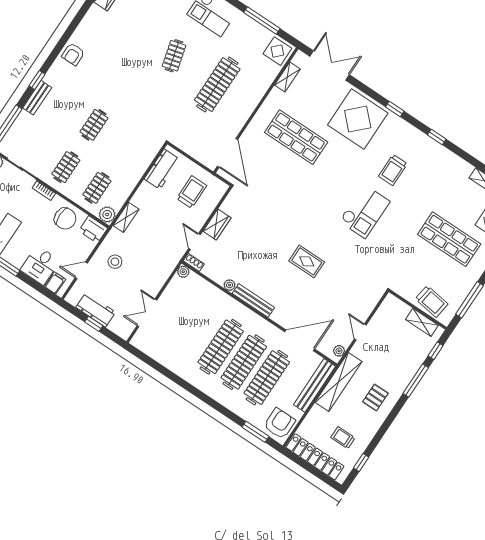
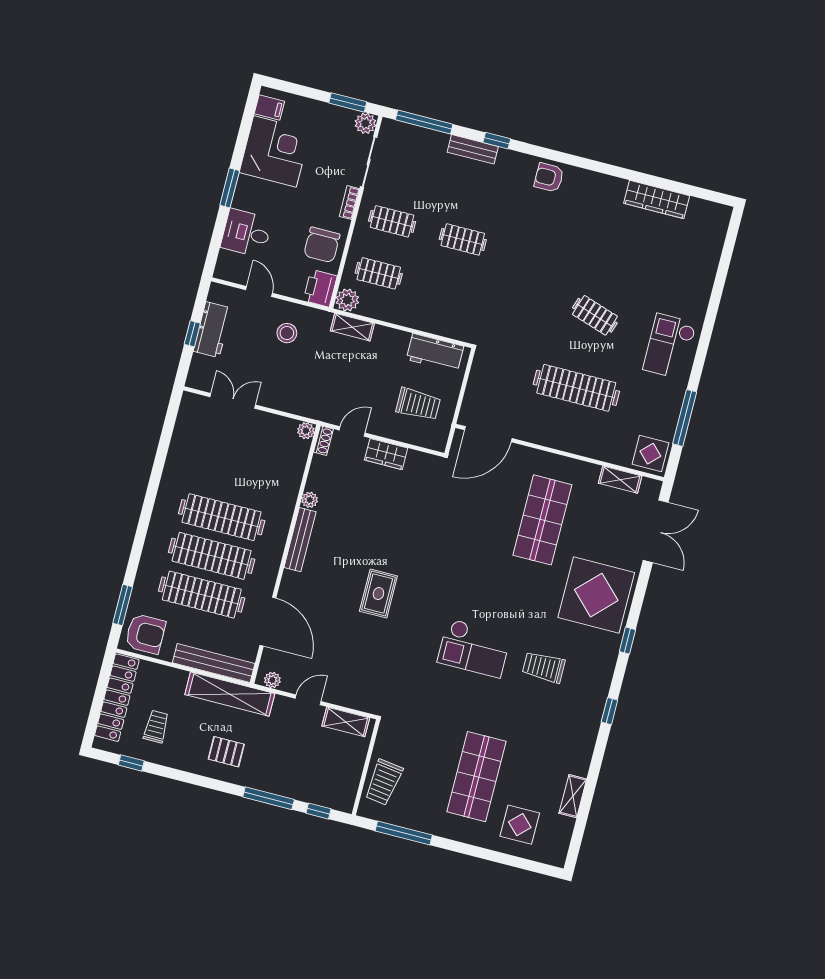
clothes rail: (174, 56) -> (595, 315), turned 33
filing cabinet: (55, 283) -> (230, 262), removed
shelving: (422, 322) -> (346, 722), moved, turned 90

